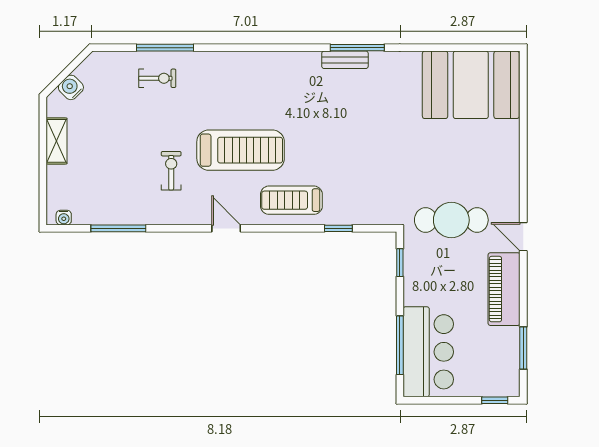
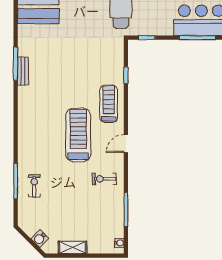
exercise bike: (171, 171) -> (104, 179), moved
treadmill: (291, 200) -> (109, 104), turned 180

